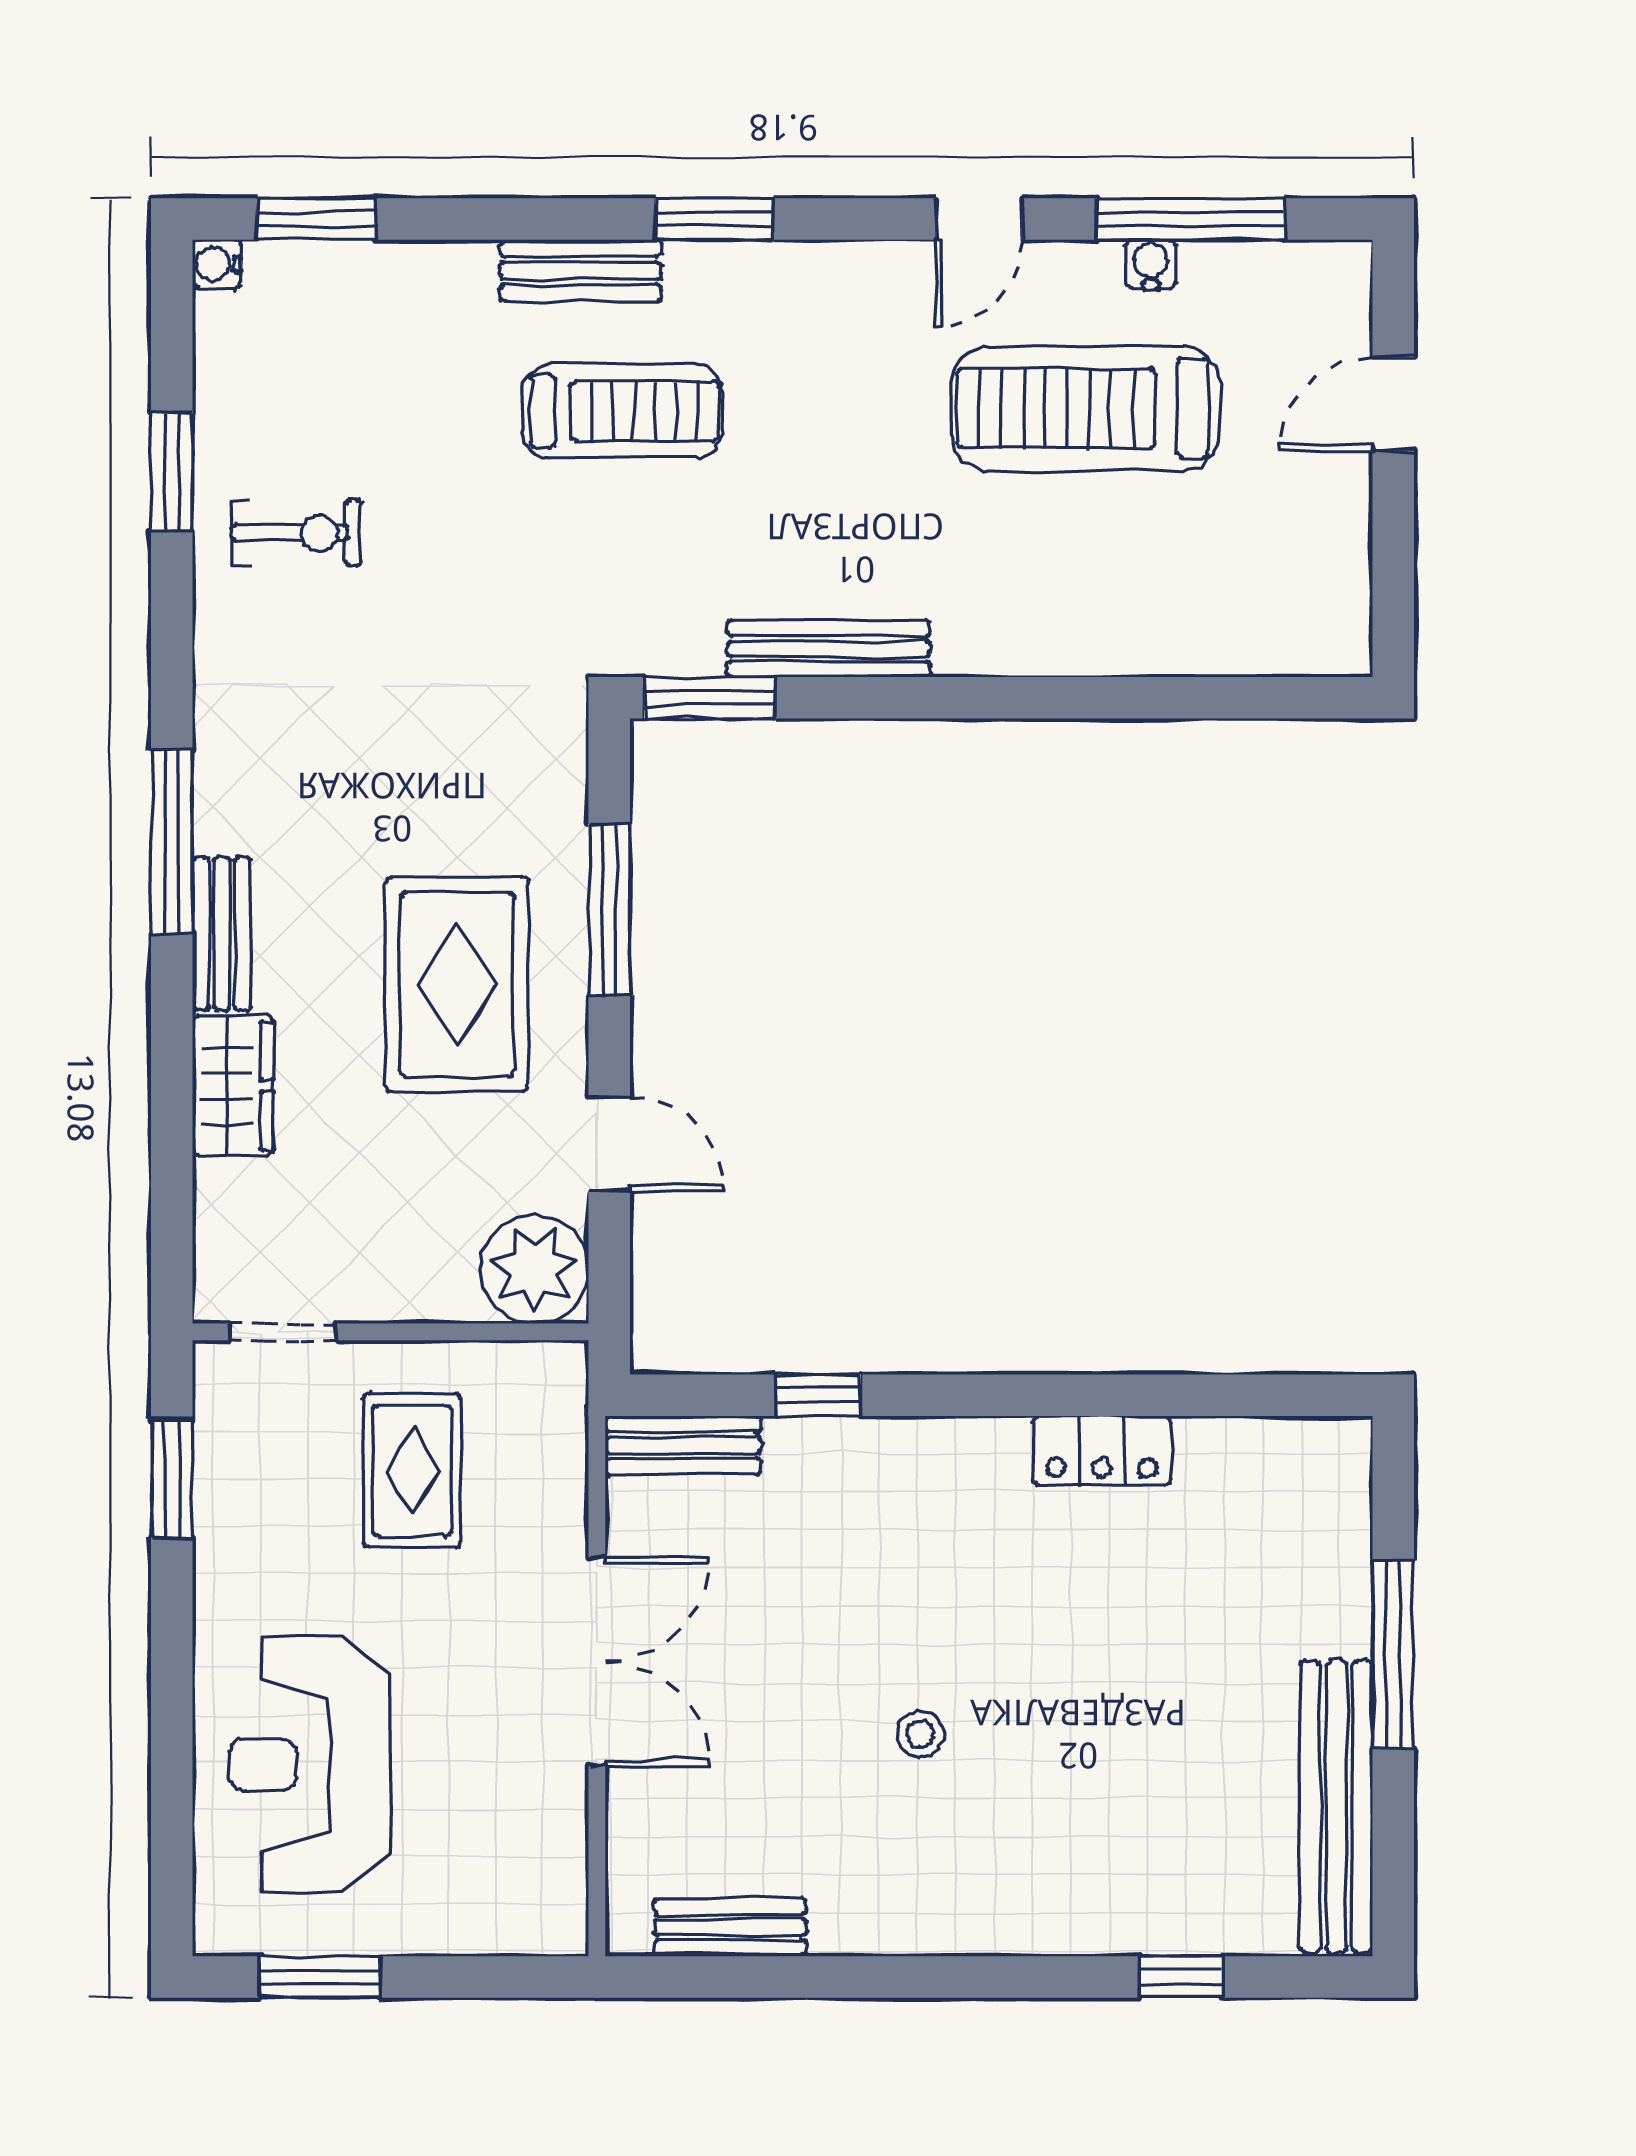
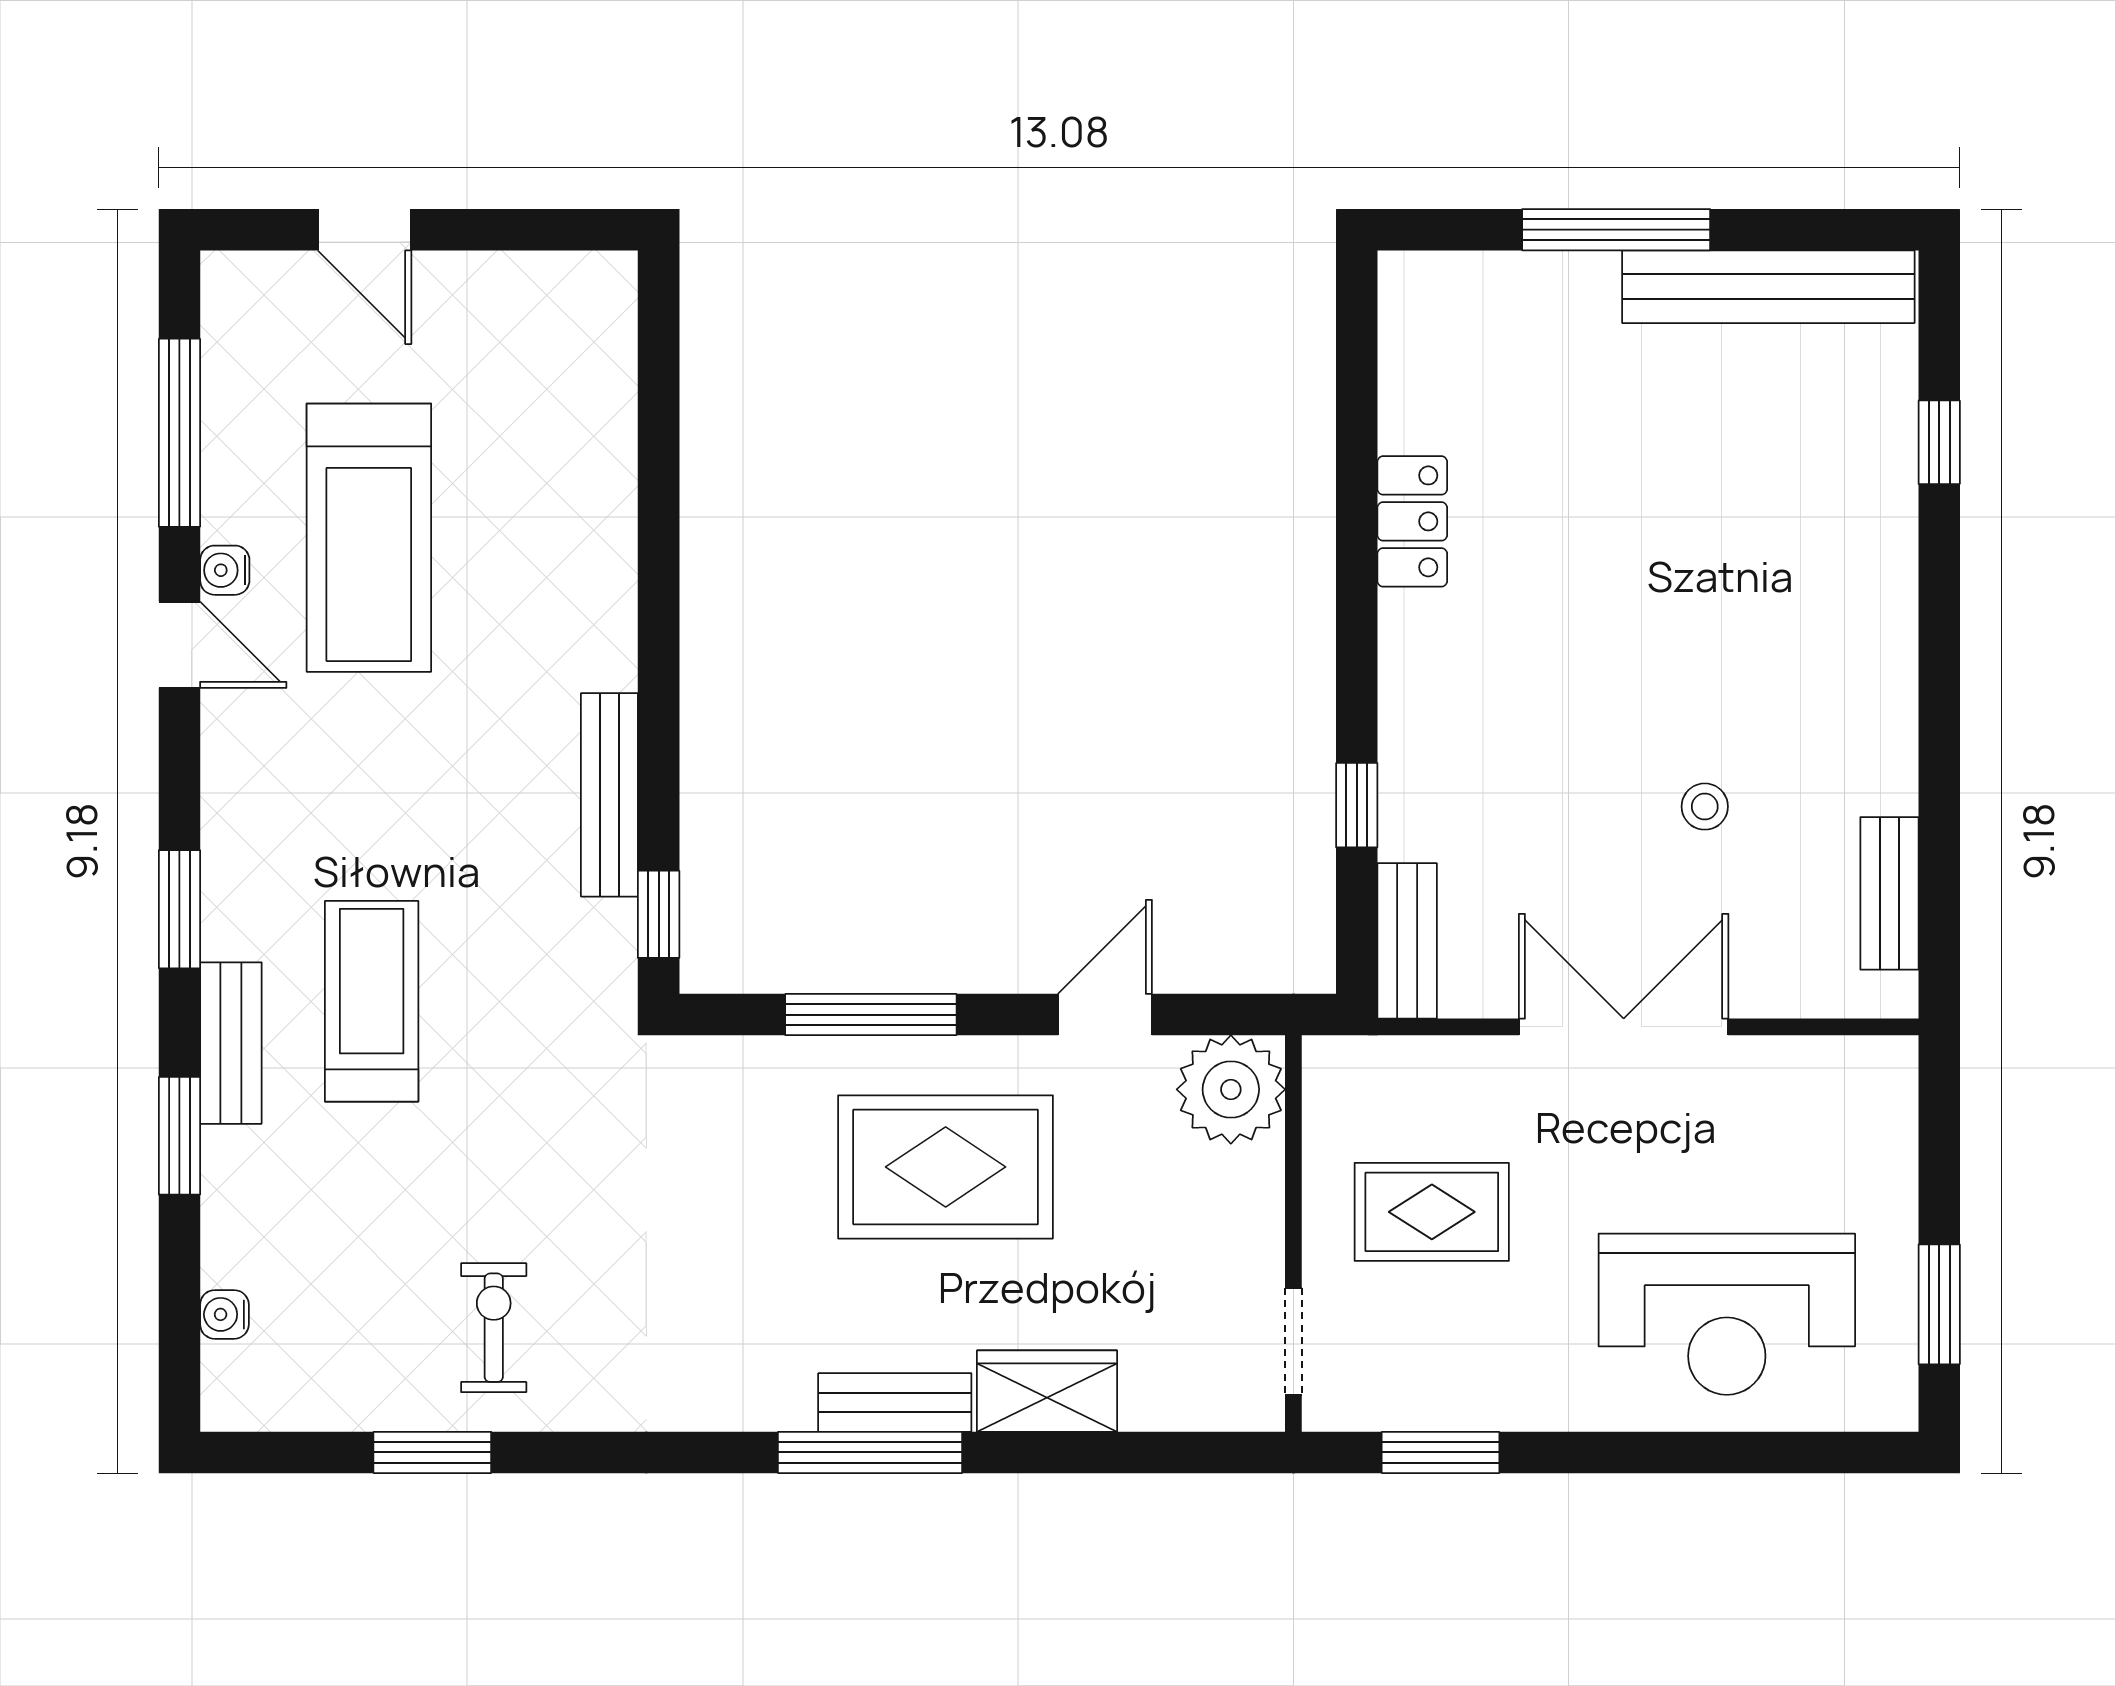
window: (316, 219) -> (179, 1136), moved
water cooler: (217, 264) -> (224, 1314), moved, turned 90
water cooler: (1151, 264) -> (225, 570), moved
window: (709, 698) -> (659, 914), width x0.67
window: (172, 842) -> (870, 1452), moved
stool: (920, 1734) -> (1705, 807), moved

